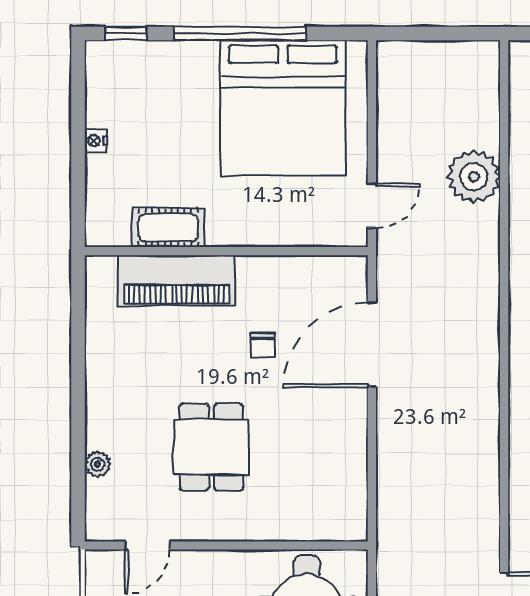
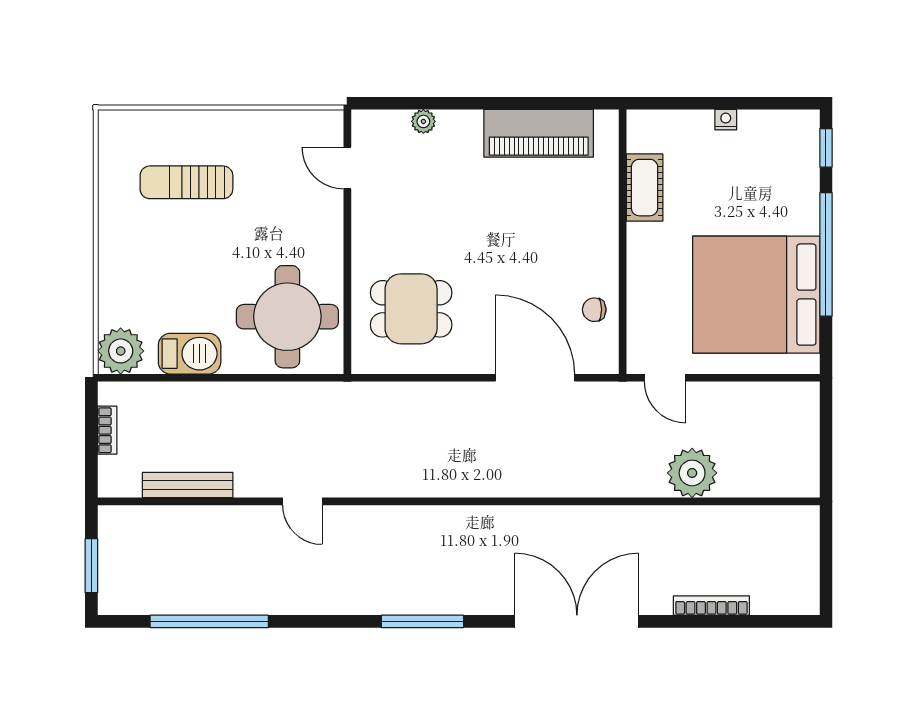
piano: (176, 281) -> (539, 133), moved, turned -90
chair: (263, 346) -> (594, 310), moved
dining table: (211, 447) -> (411, 309), moved

